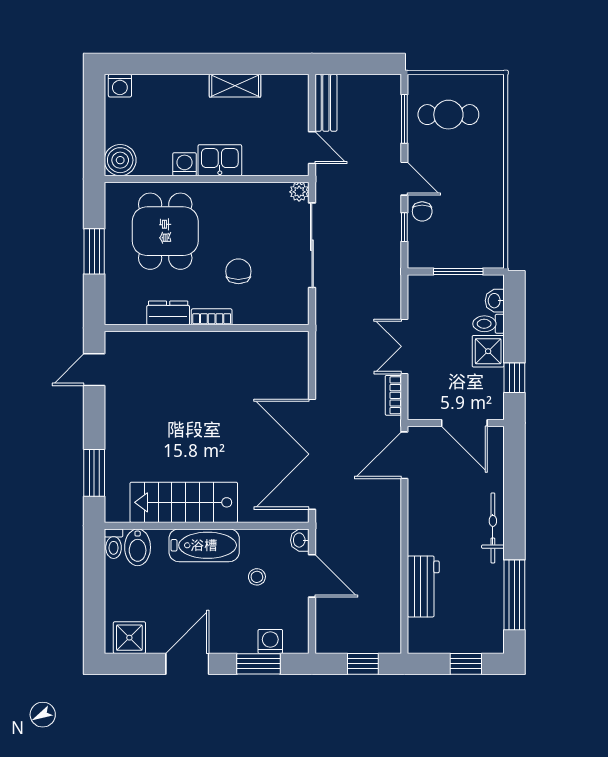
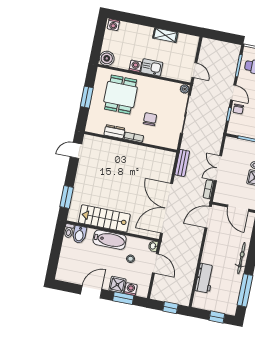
bench: (326, 103) -> (182, 163), moved
shower: (129, 638) -> (117, 285), moved

